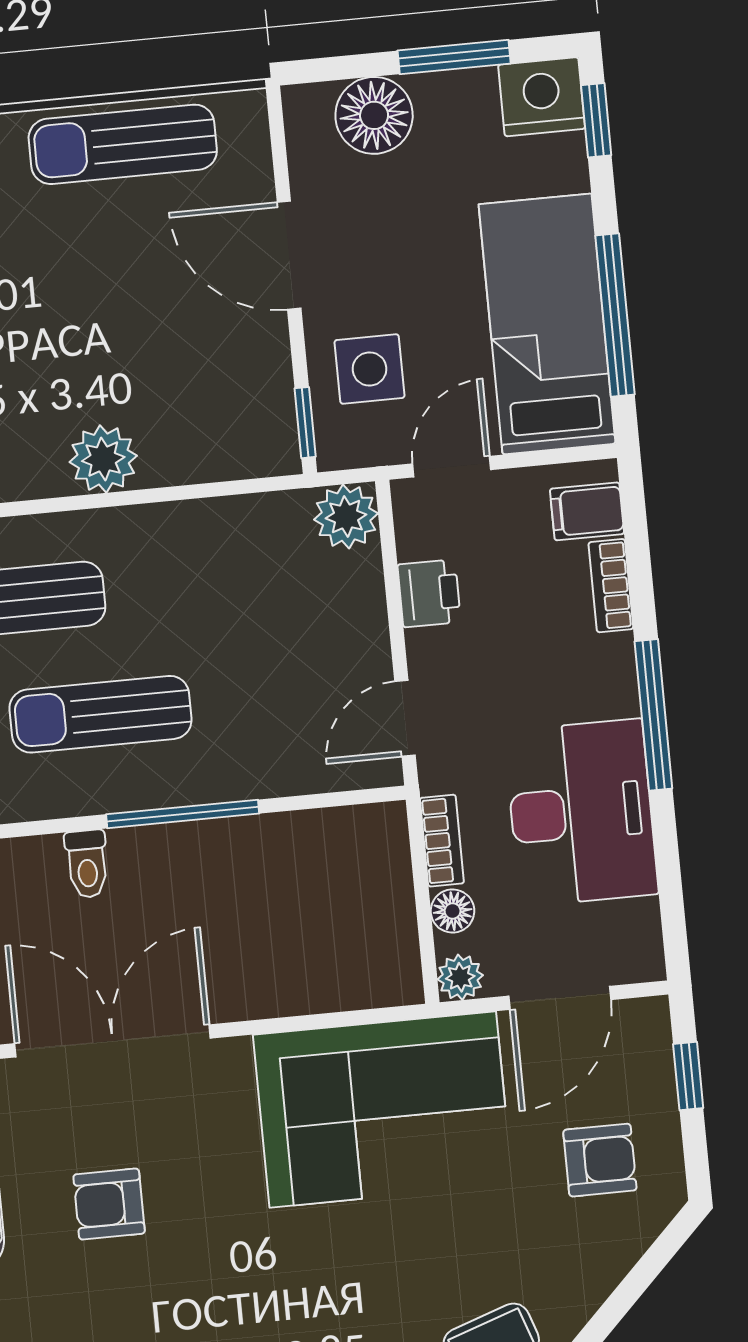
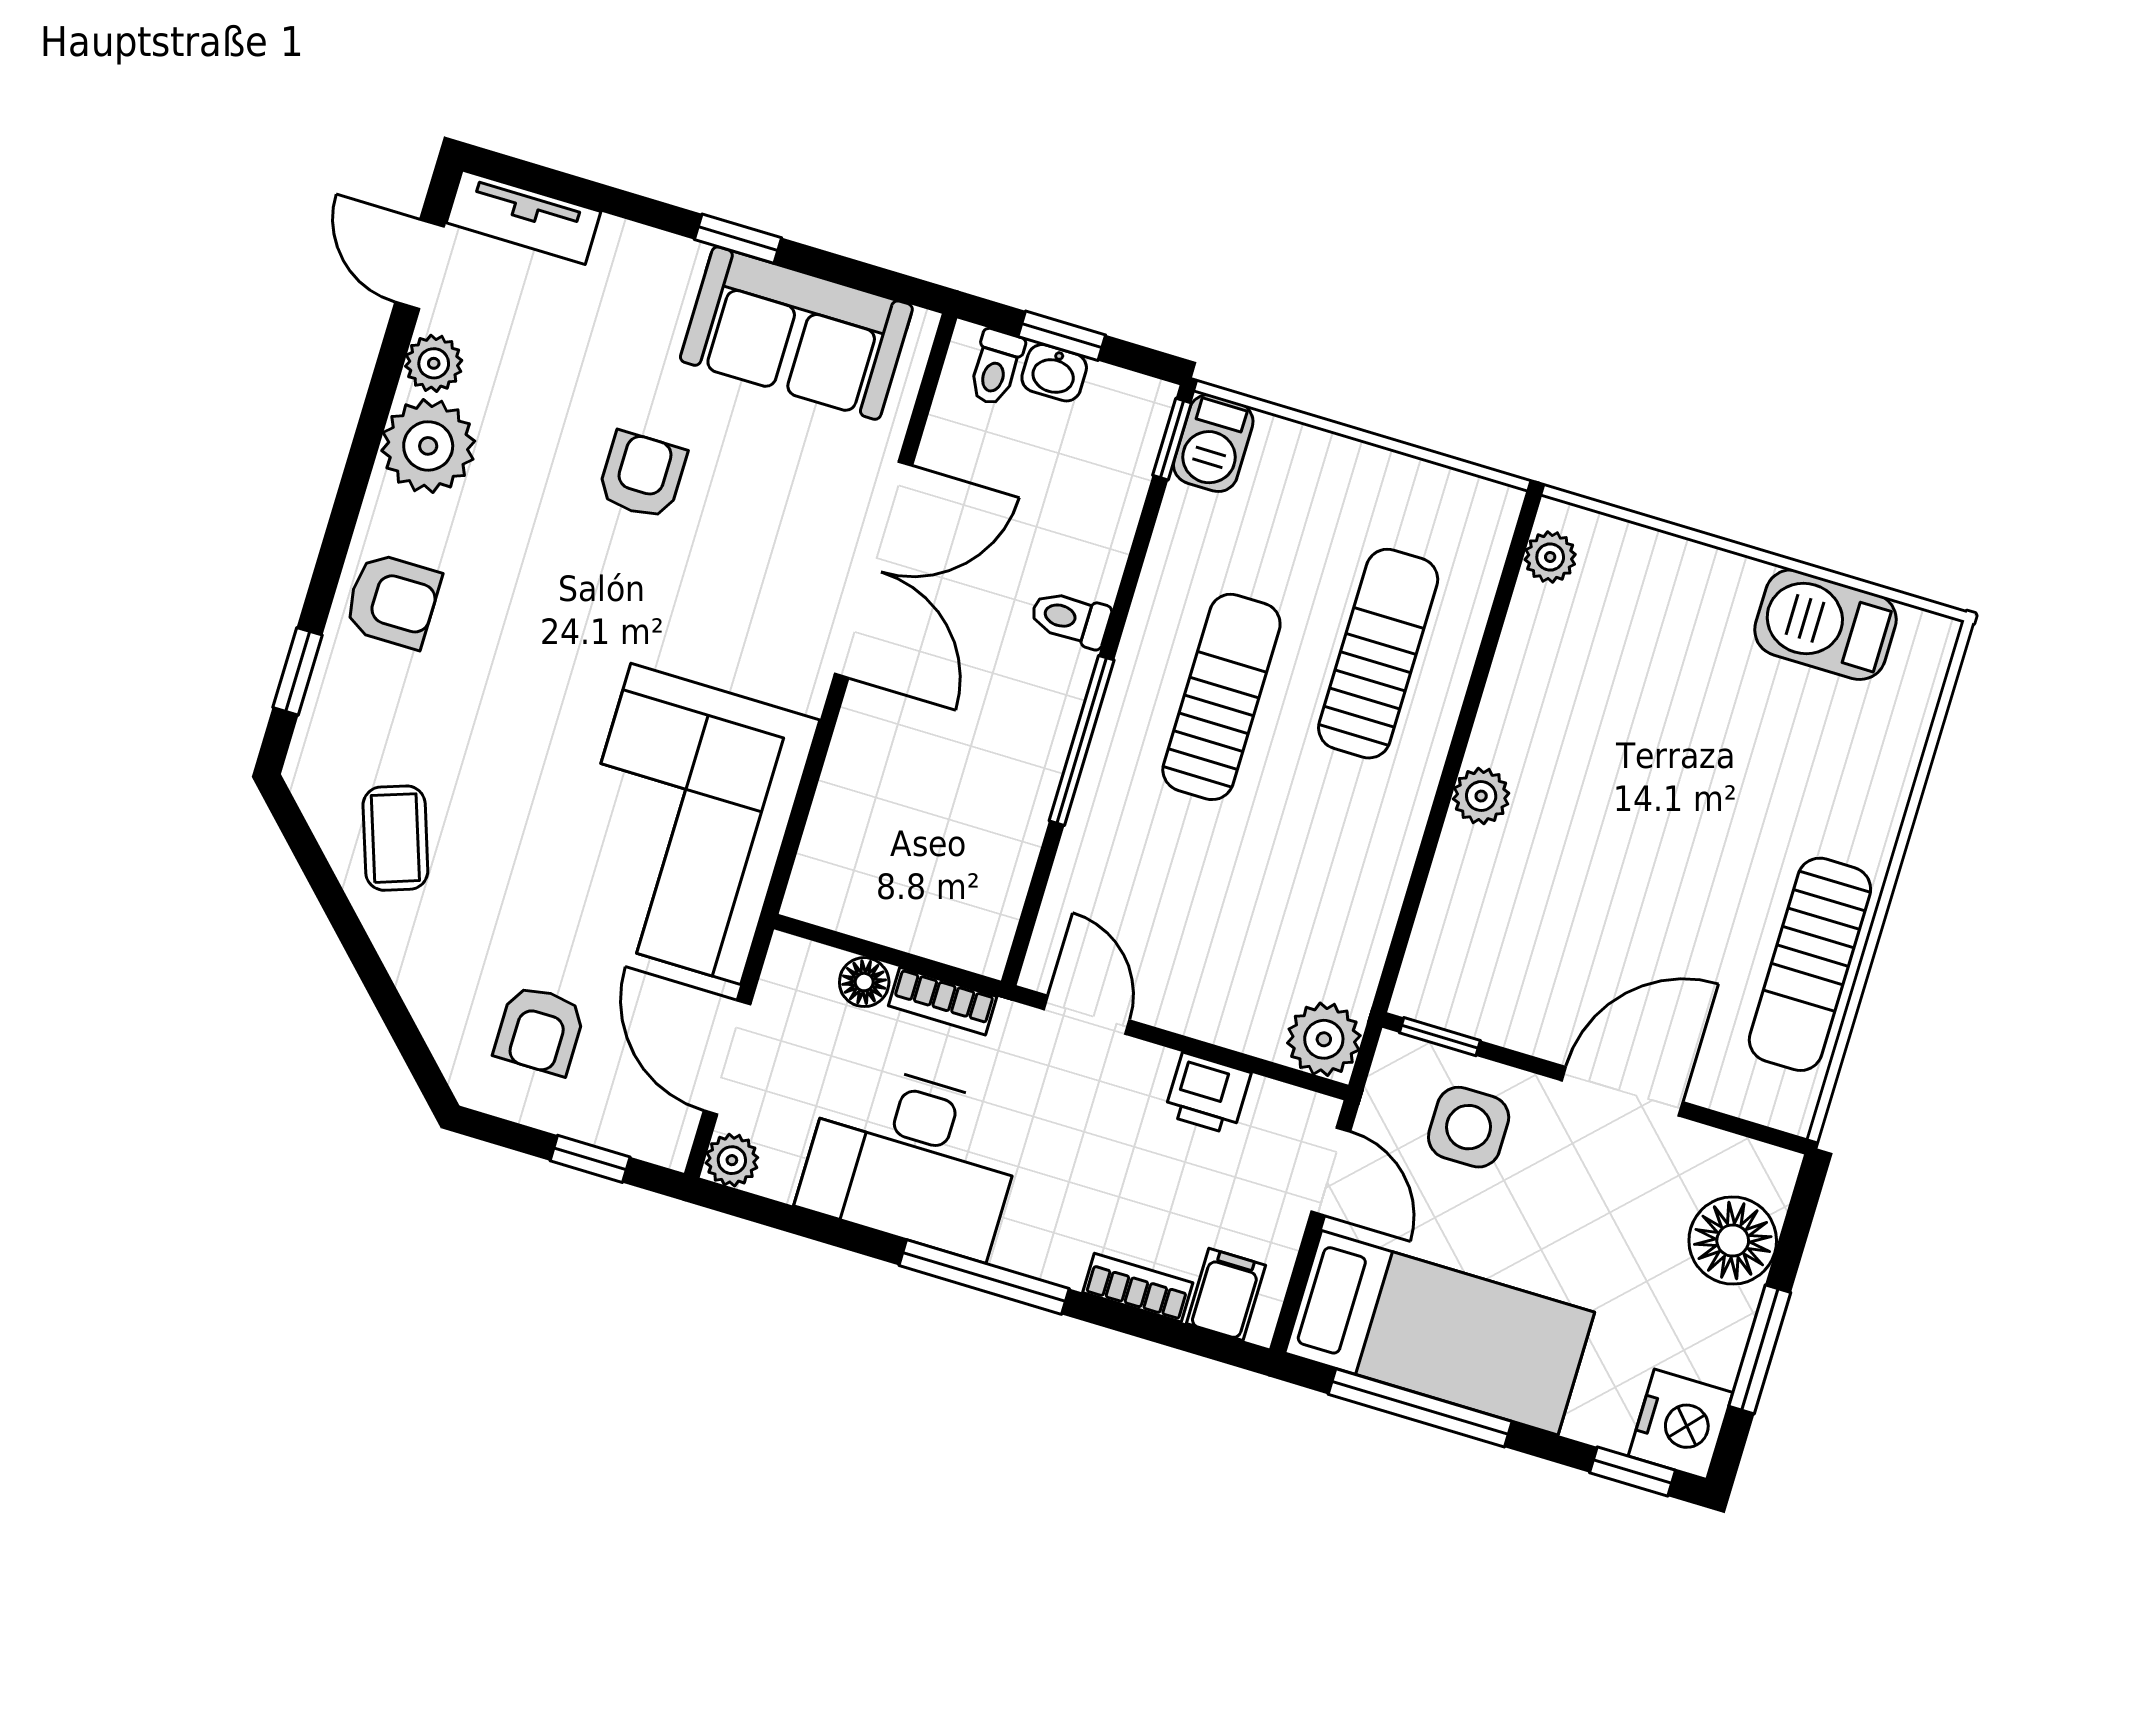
sun lounger: (123, 144) -> (1810, 964), turned 180
plant: (103, 459) -> (1481, 796), width x0.73, depth x0.73
plant: (460, 977) -> (732, 1160), moved
armchair: (109, 1204) -> (642, 475), moved

